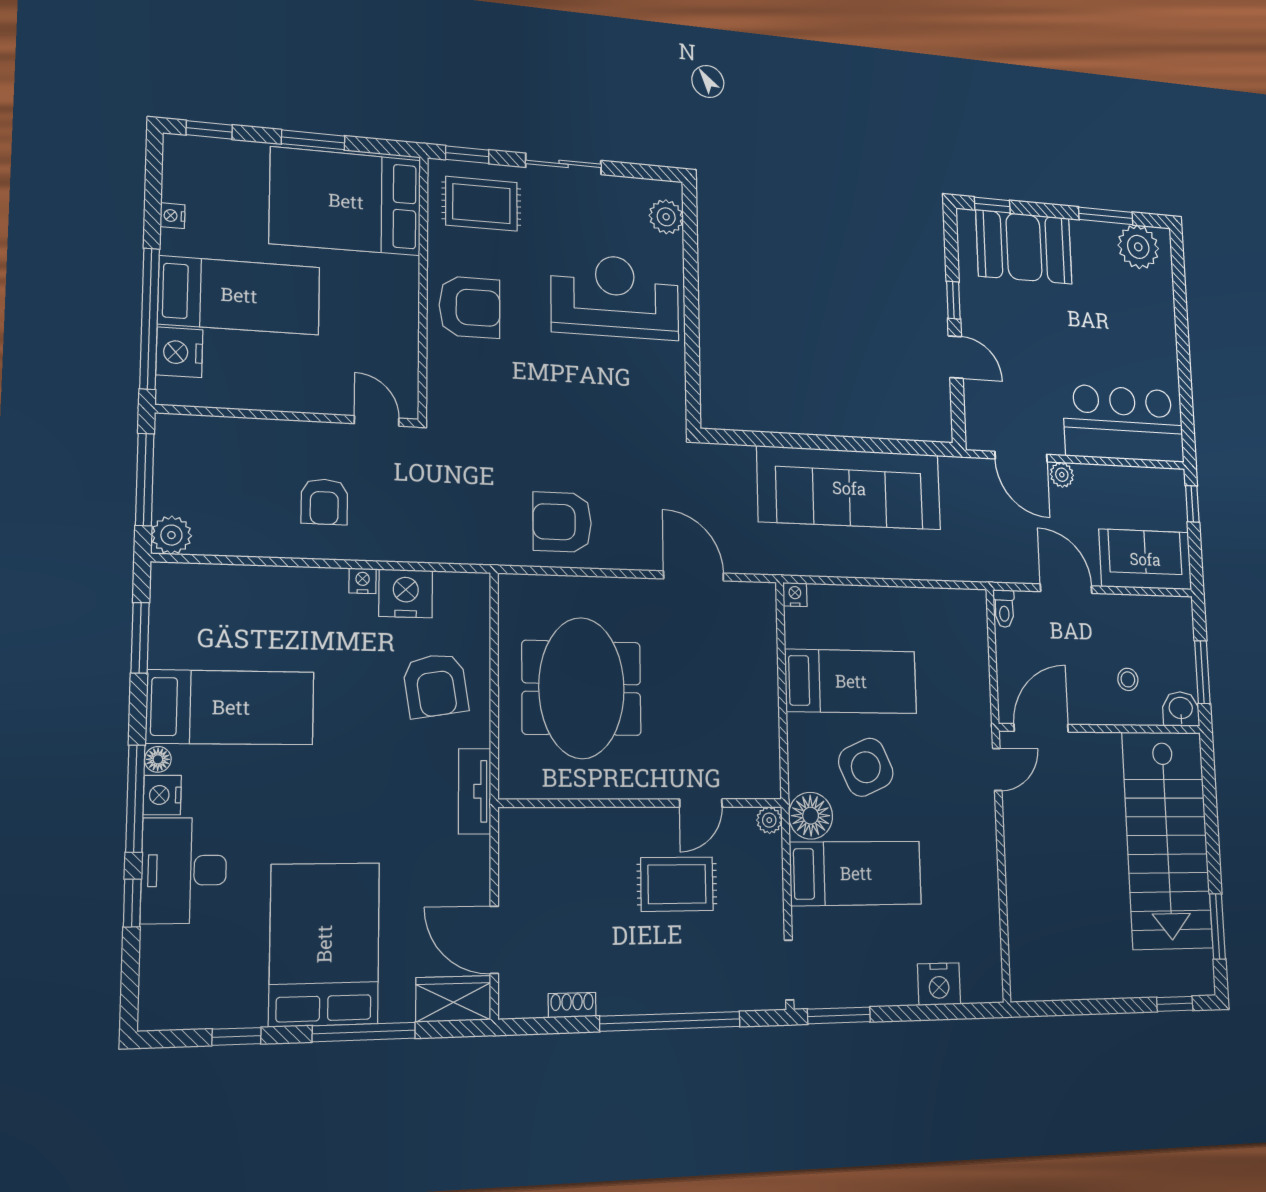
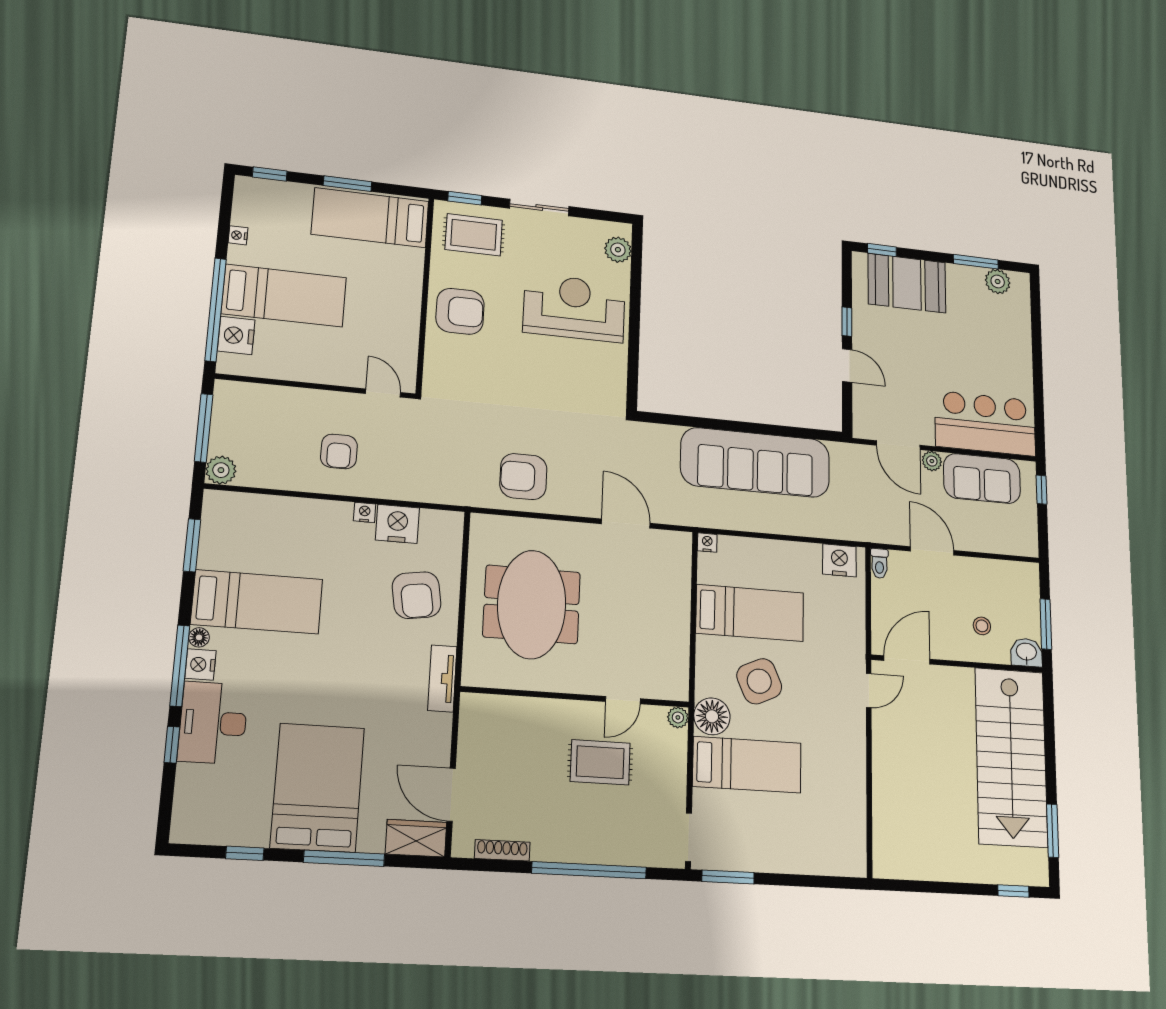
bed: (346, 201) -> (370, 218), width x0.67
plant: (1138, 247) -> (998, 282), width x0.73, depth x0.73
sofa: (1145, 559) -> (982, 479), moved, turned 180
nightstand: (939, 984) -> (839, 560), moved, turned 180
shoe rack: (572, 1005) -> (502, 850), width x1.43

